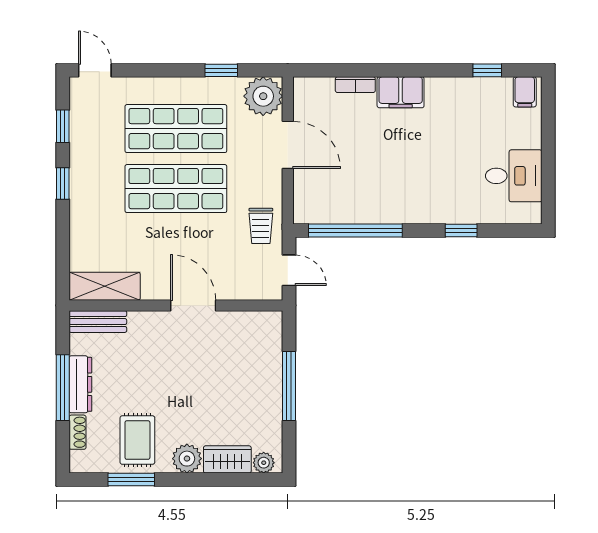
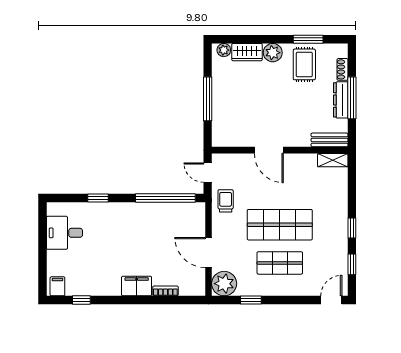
door: (95, 70) -> (331, 300), swing flipped
shop shelf: (176, 129) -> (280, 263), width x0.70, depth x0.74
shelving: (105, 286) -> (333, 160), width x0.67, depth x0.75

